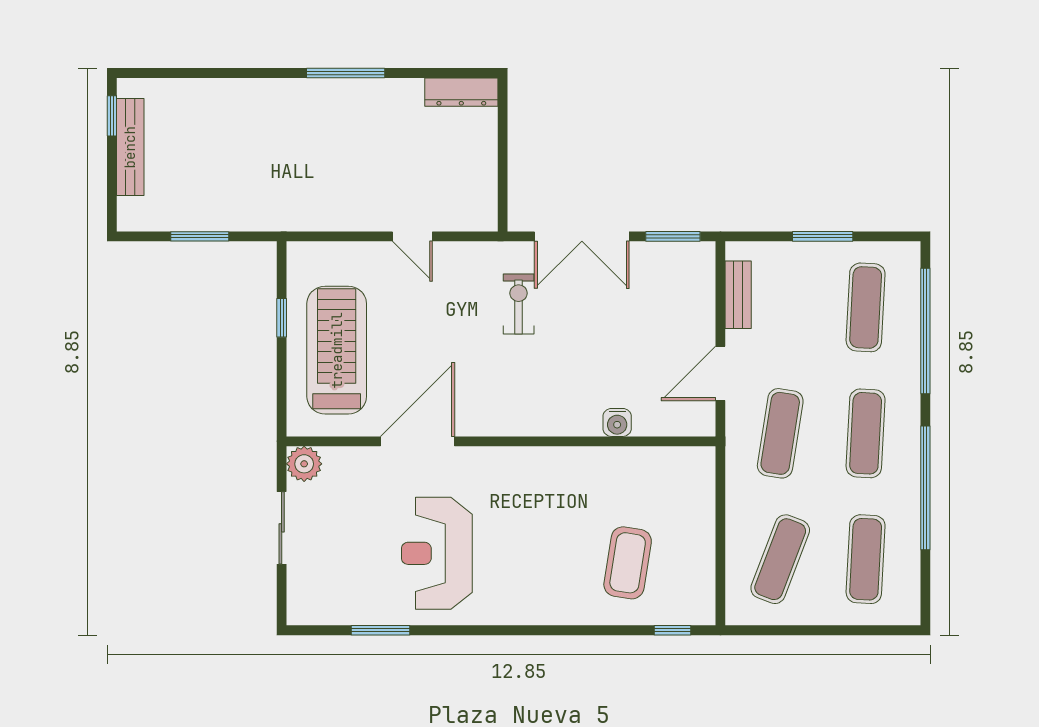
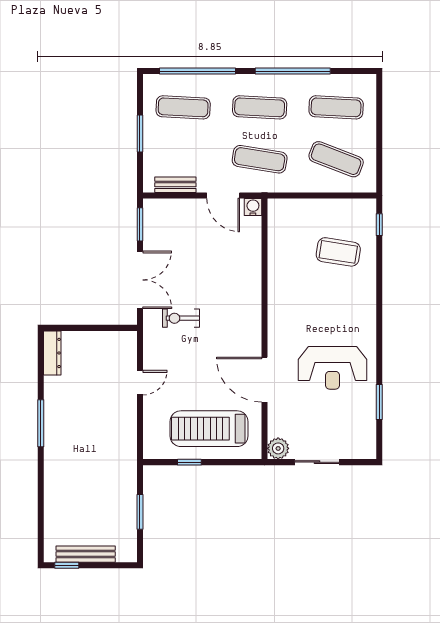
water cooler: (617, 422) -> (253, 207), moved, turned -90

